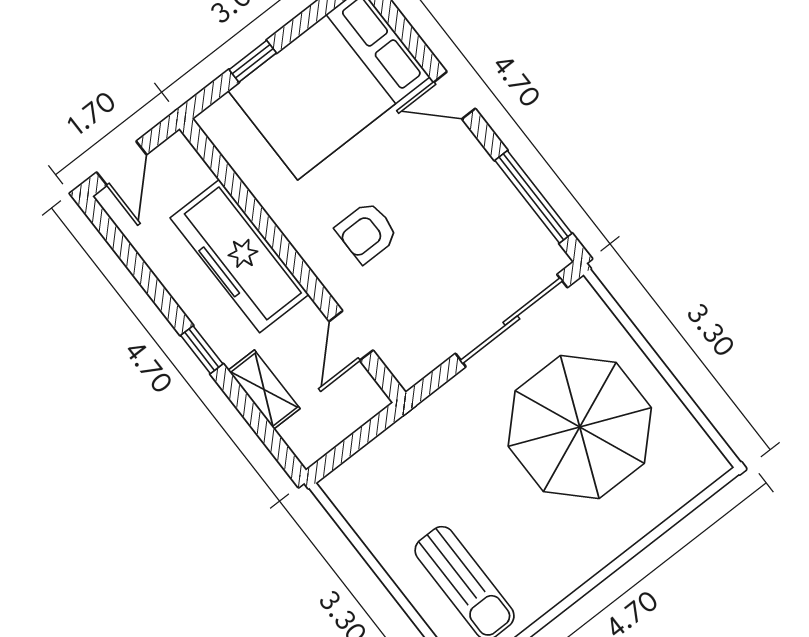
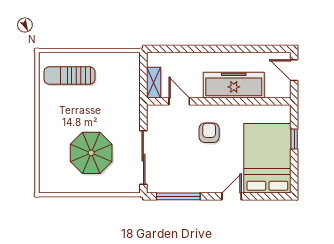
window: (202, 350) -> (213, 49), removed
shelving: (264, 390) -> (154, 83), moved, turned 90
parasol: (580, 427) -> (91, 153), width x0.73, depth x0.73

